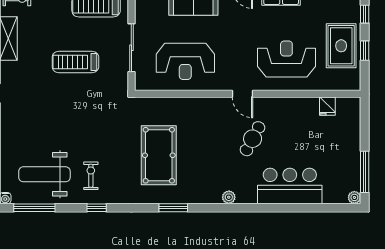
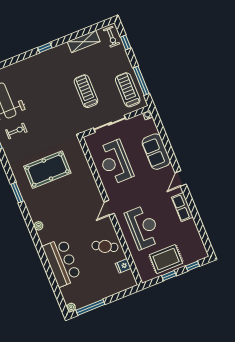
cafe table: (253, 139) -> (105, 246), moved

